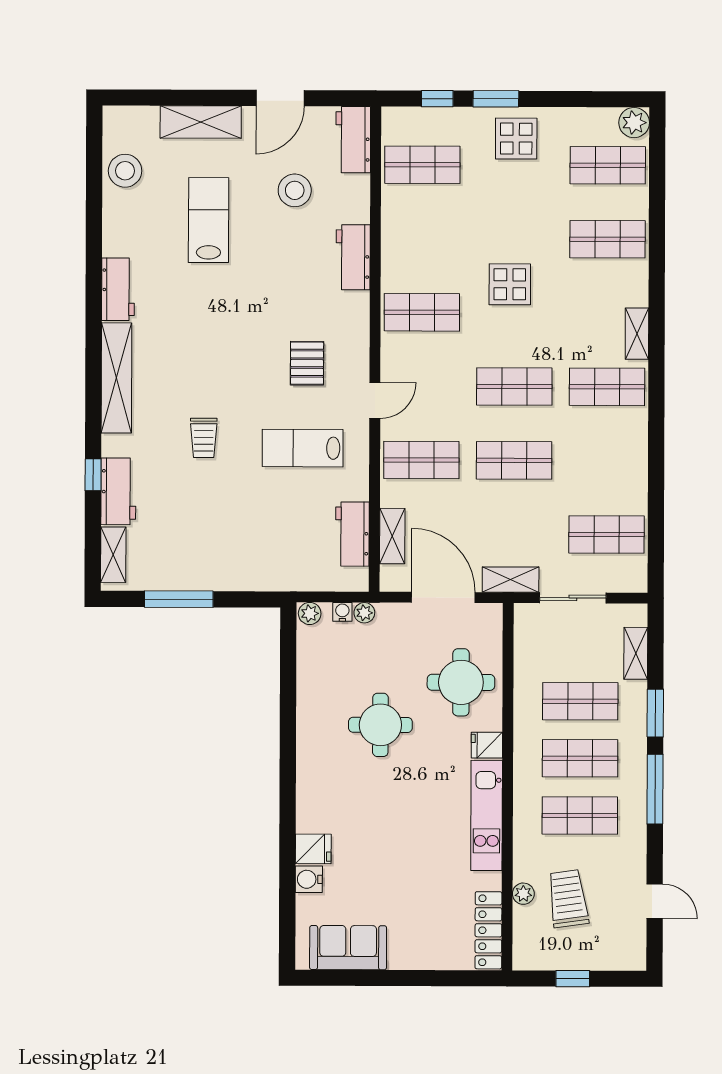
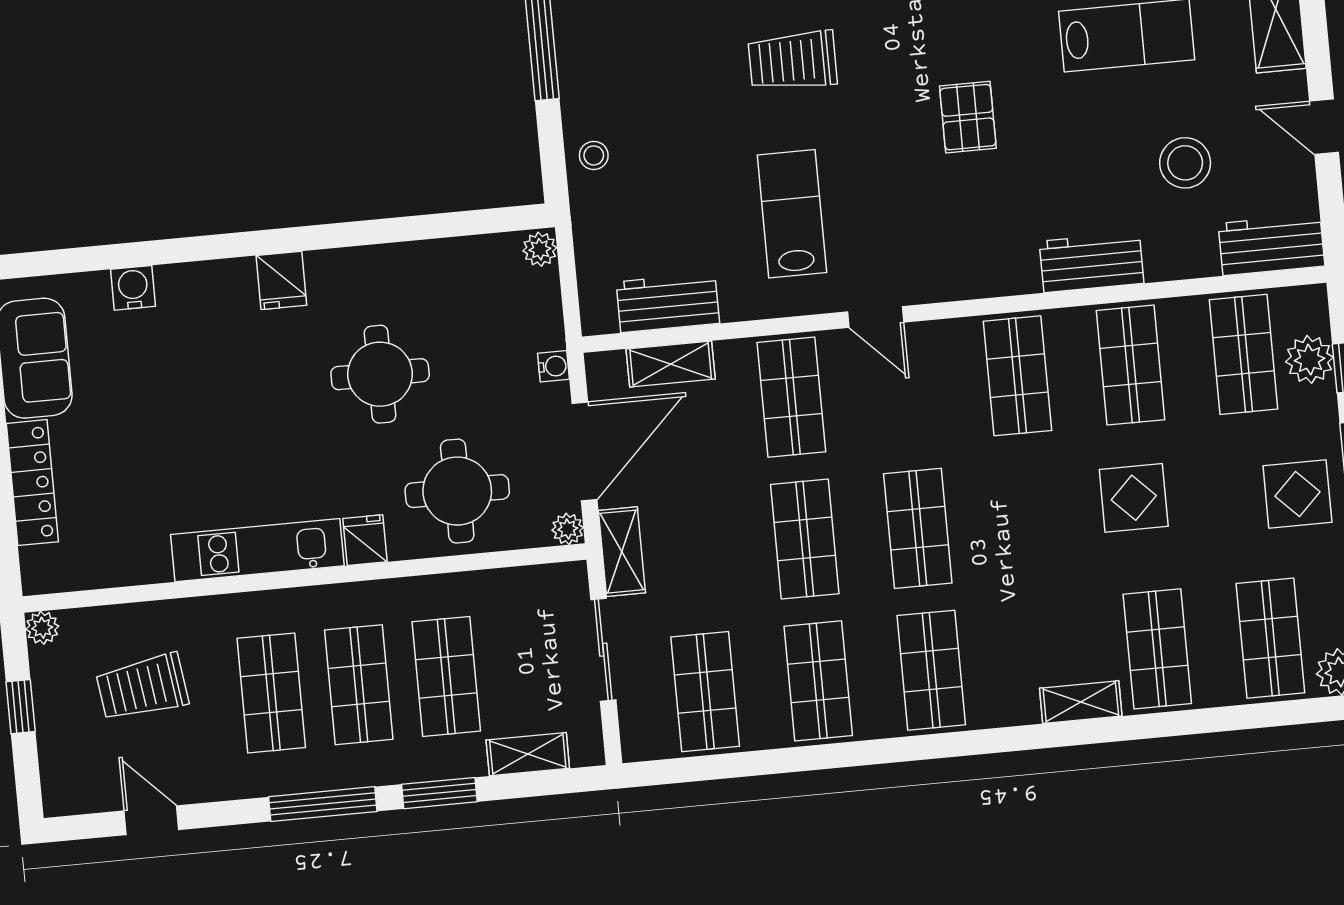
door: (280, 98) -> (1324, 127), width x0.73
plant: (430, 122) -> (1309, 359), added
shop shelf: (422, 239) -> (1130, 365), added
display table: (510, 284) -> (1134, 498), moved
shelving: (637, 334) -> (1081, 702), moved
pallet: (307, 363) -> (968, 117), moved, turned 90
trolley: (204, 438) -> (793, 61), width x1.36, depth x1.39
shop shelf: (607, 461) -> (818, 681), added
stool: (252, 573) -> (594, 155), added
water cooler: (342, 612) -> (554, 366), moved
plant: (364, 613) -> (568, 529), moved
fridge: (313, 849) -> (281, 280), moved
plant: (523, 894) -> (42, 628), moved
trolley: (568, 899) -> (142, 687), turned 180
door: (655, 901) -> (151, 820), swing flipped
locker: (488, 930) -> (32, 483), moved, turned 90

